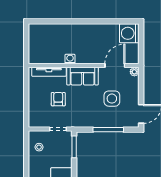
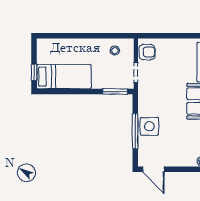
armchair: (58, 99) -> (147, 52), moved
side table: (112, 99) -> (149, 126), moved

